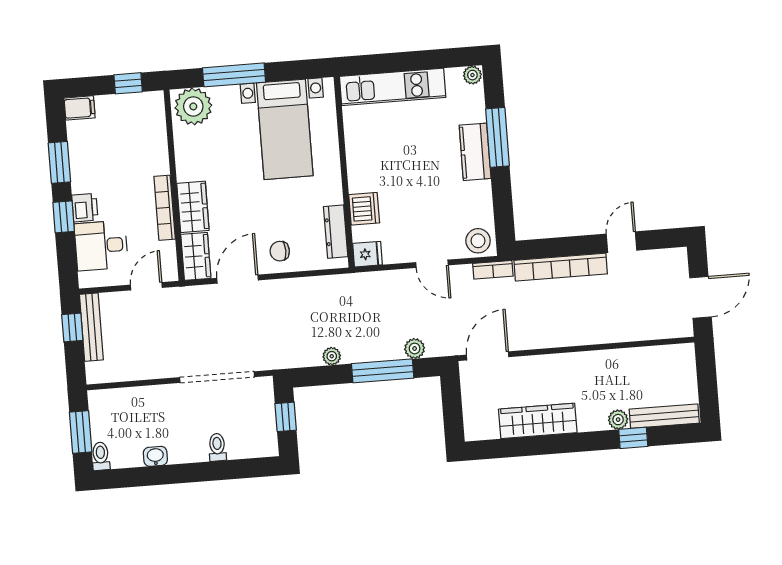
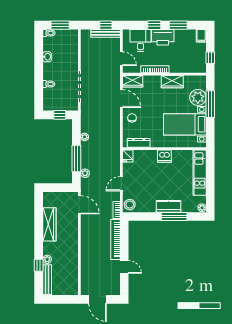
plant: (193, 106) -> (198, 97), moved
wardrobe: (193, 207) -> (172, 82), moved
printer: (85, 208) -> (163, 37), width x1.87, depth x1.48
dishwasher: (364, 209) -> (164, 156), moved

